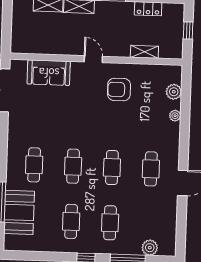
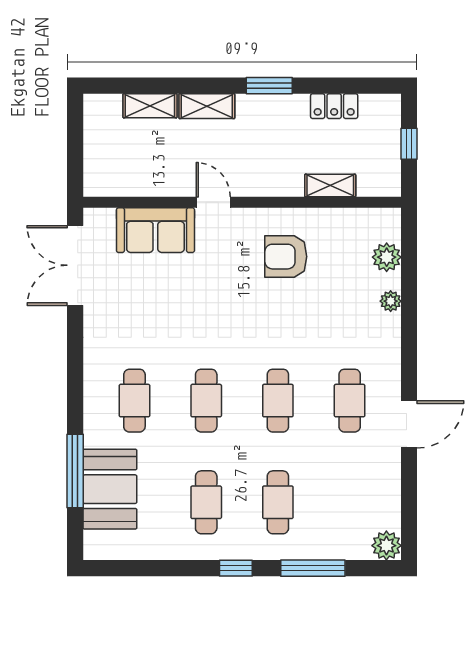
door: (93, 59) -> (213, 202), moved
plant: (150, 248) -> (386, 546), moved

